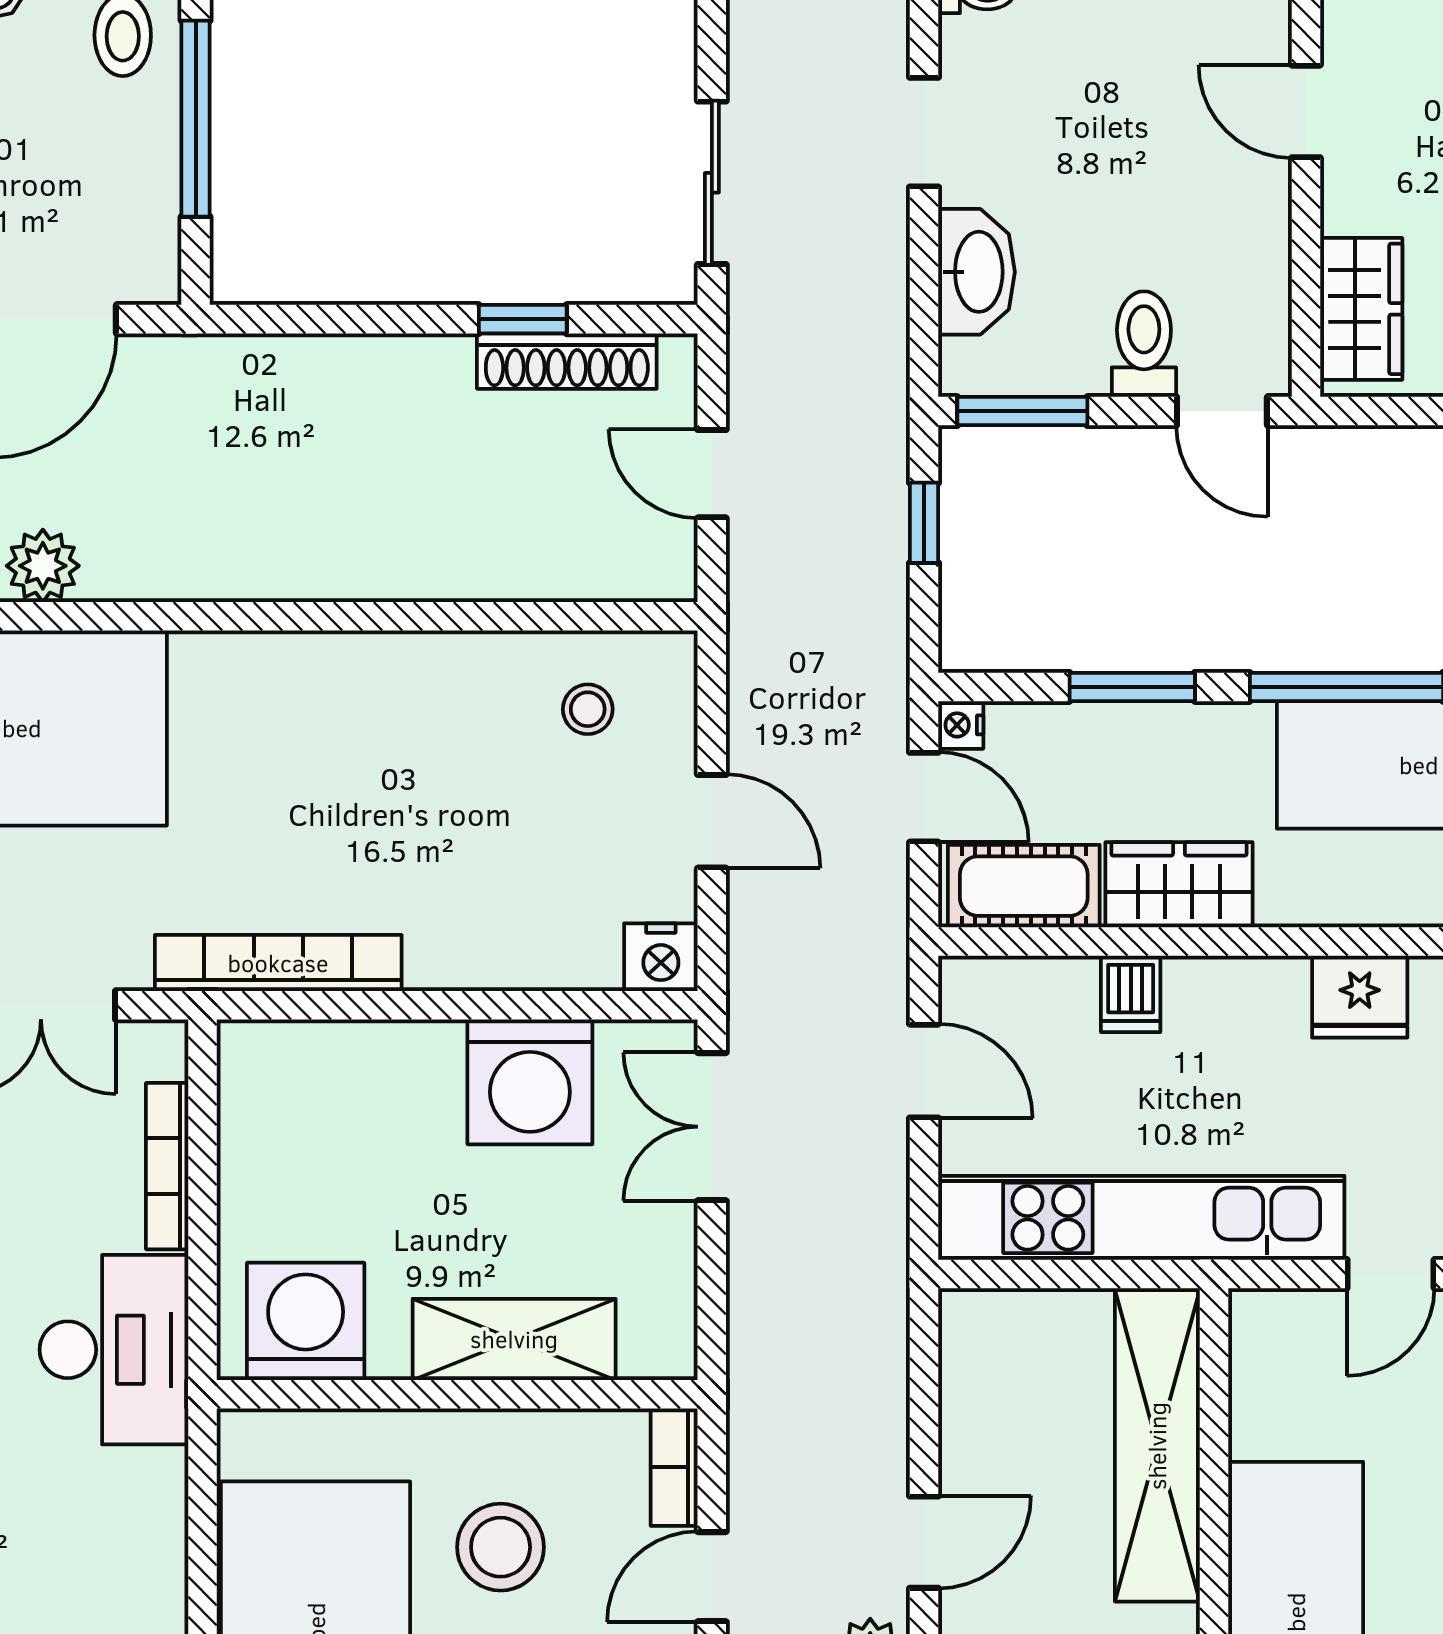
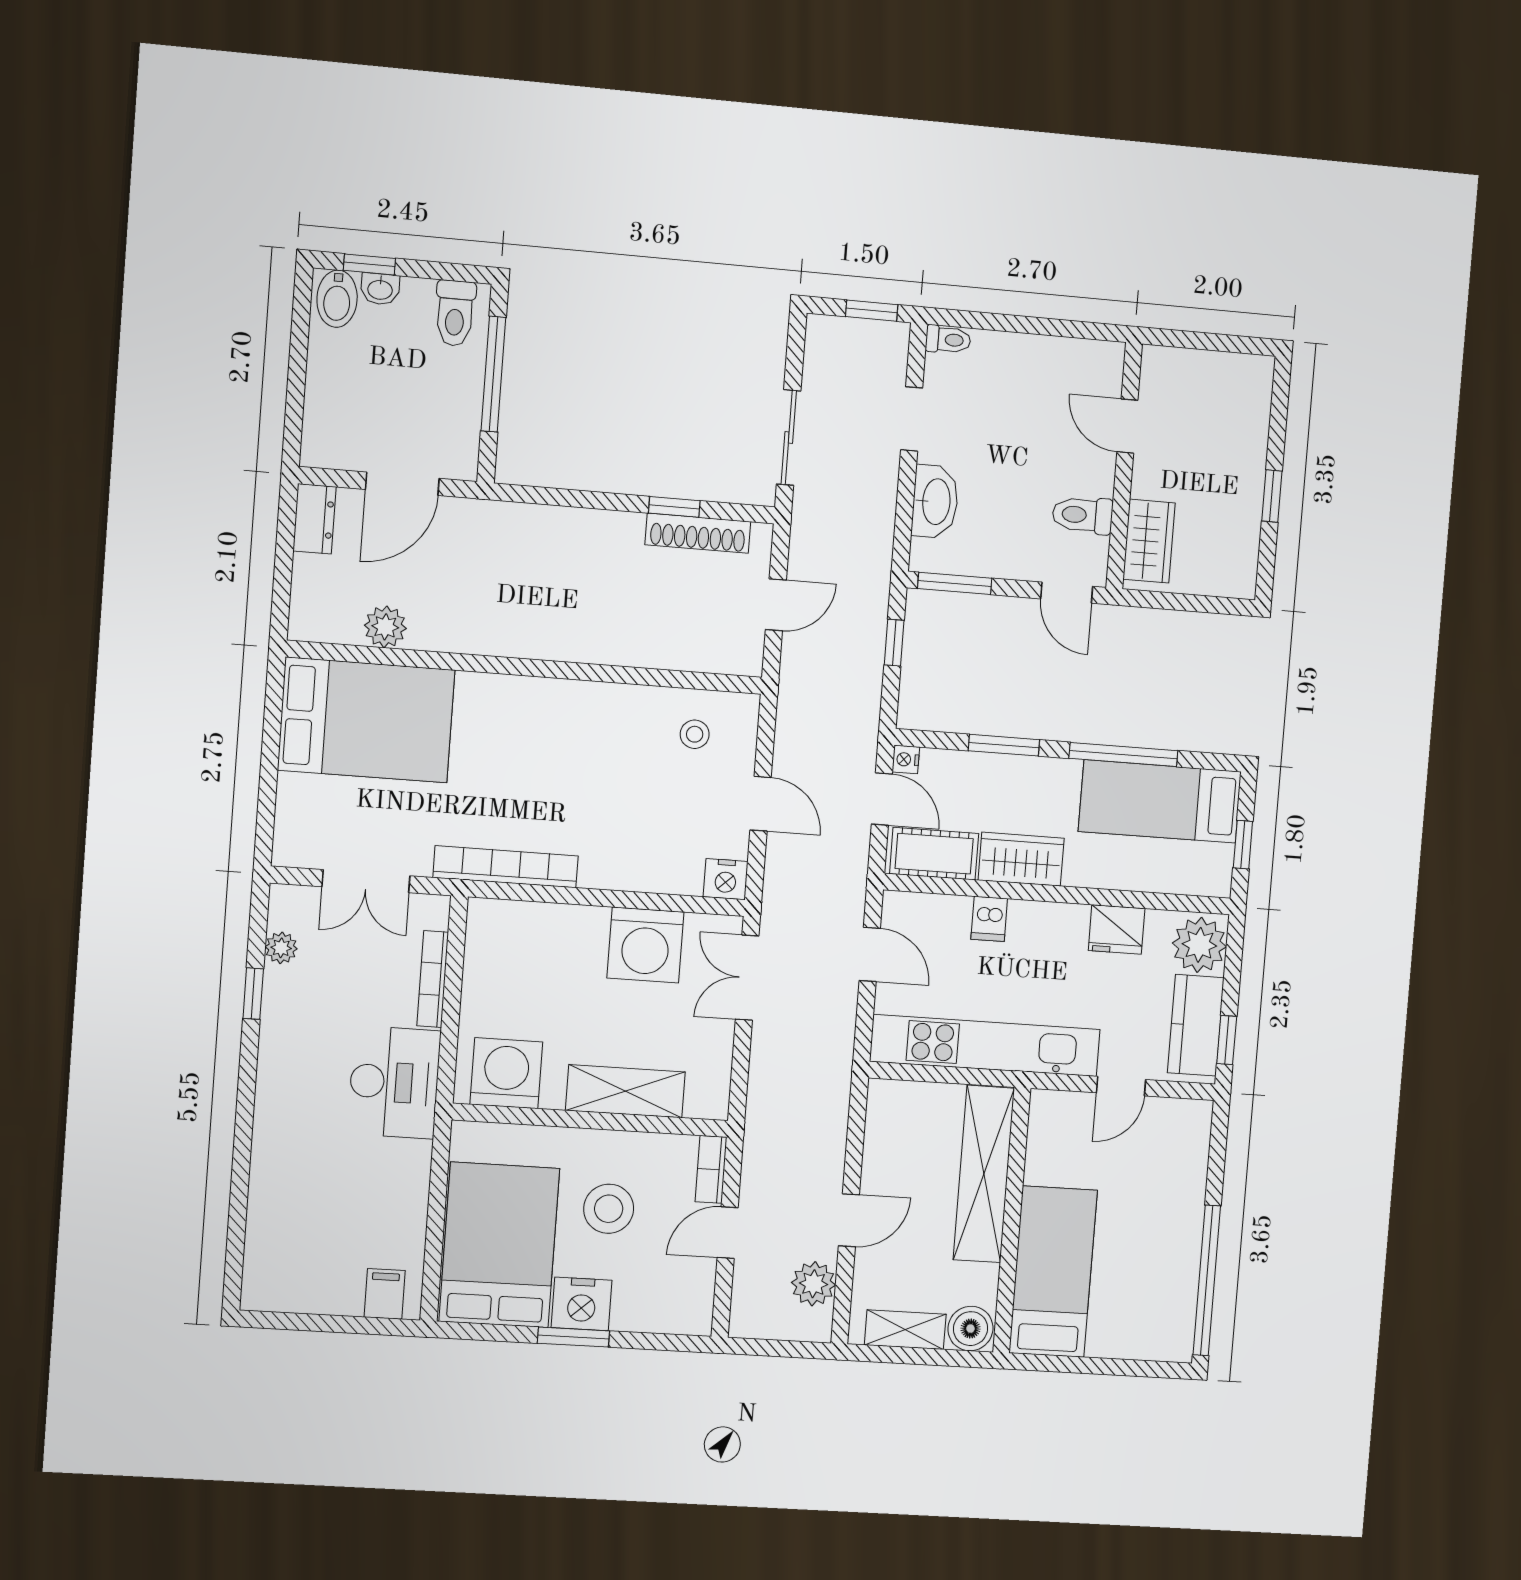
toilet: (1144, 344) -> (1082, 515), moved, turned -90
door: (712, 474) -> (776, 605), swing flipped

